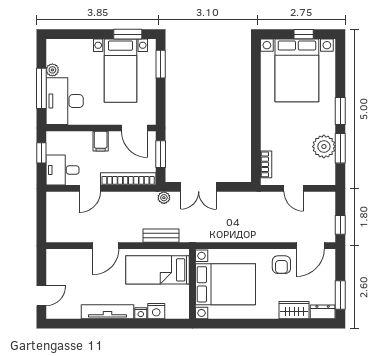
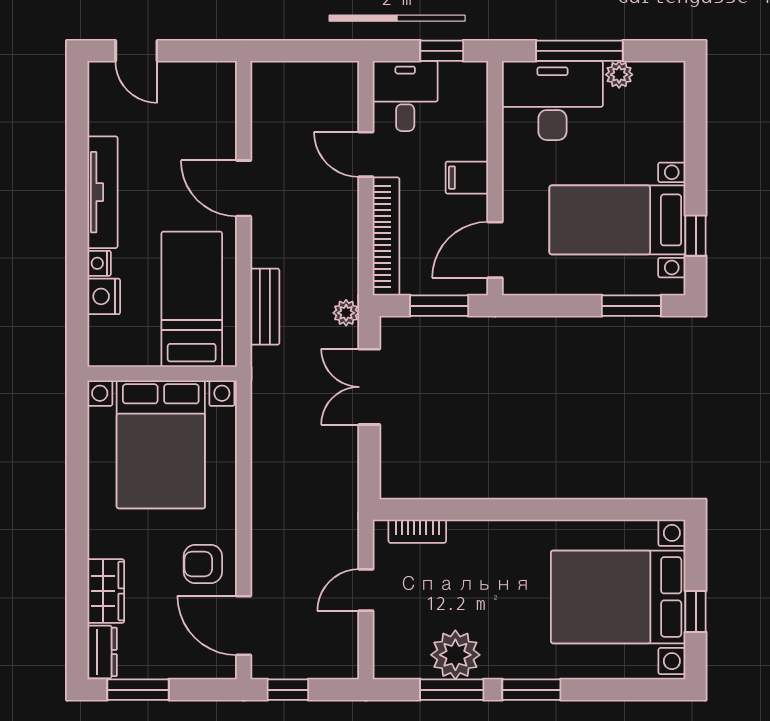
window: (128, 34) -> (696, 236), width x0.67

